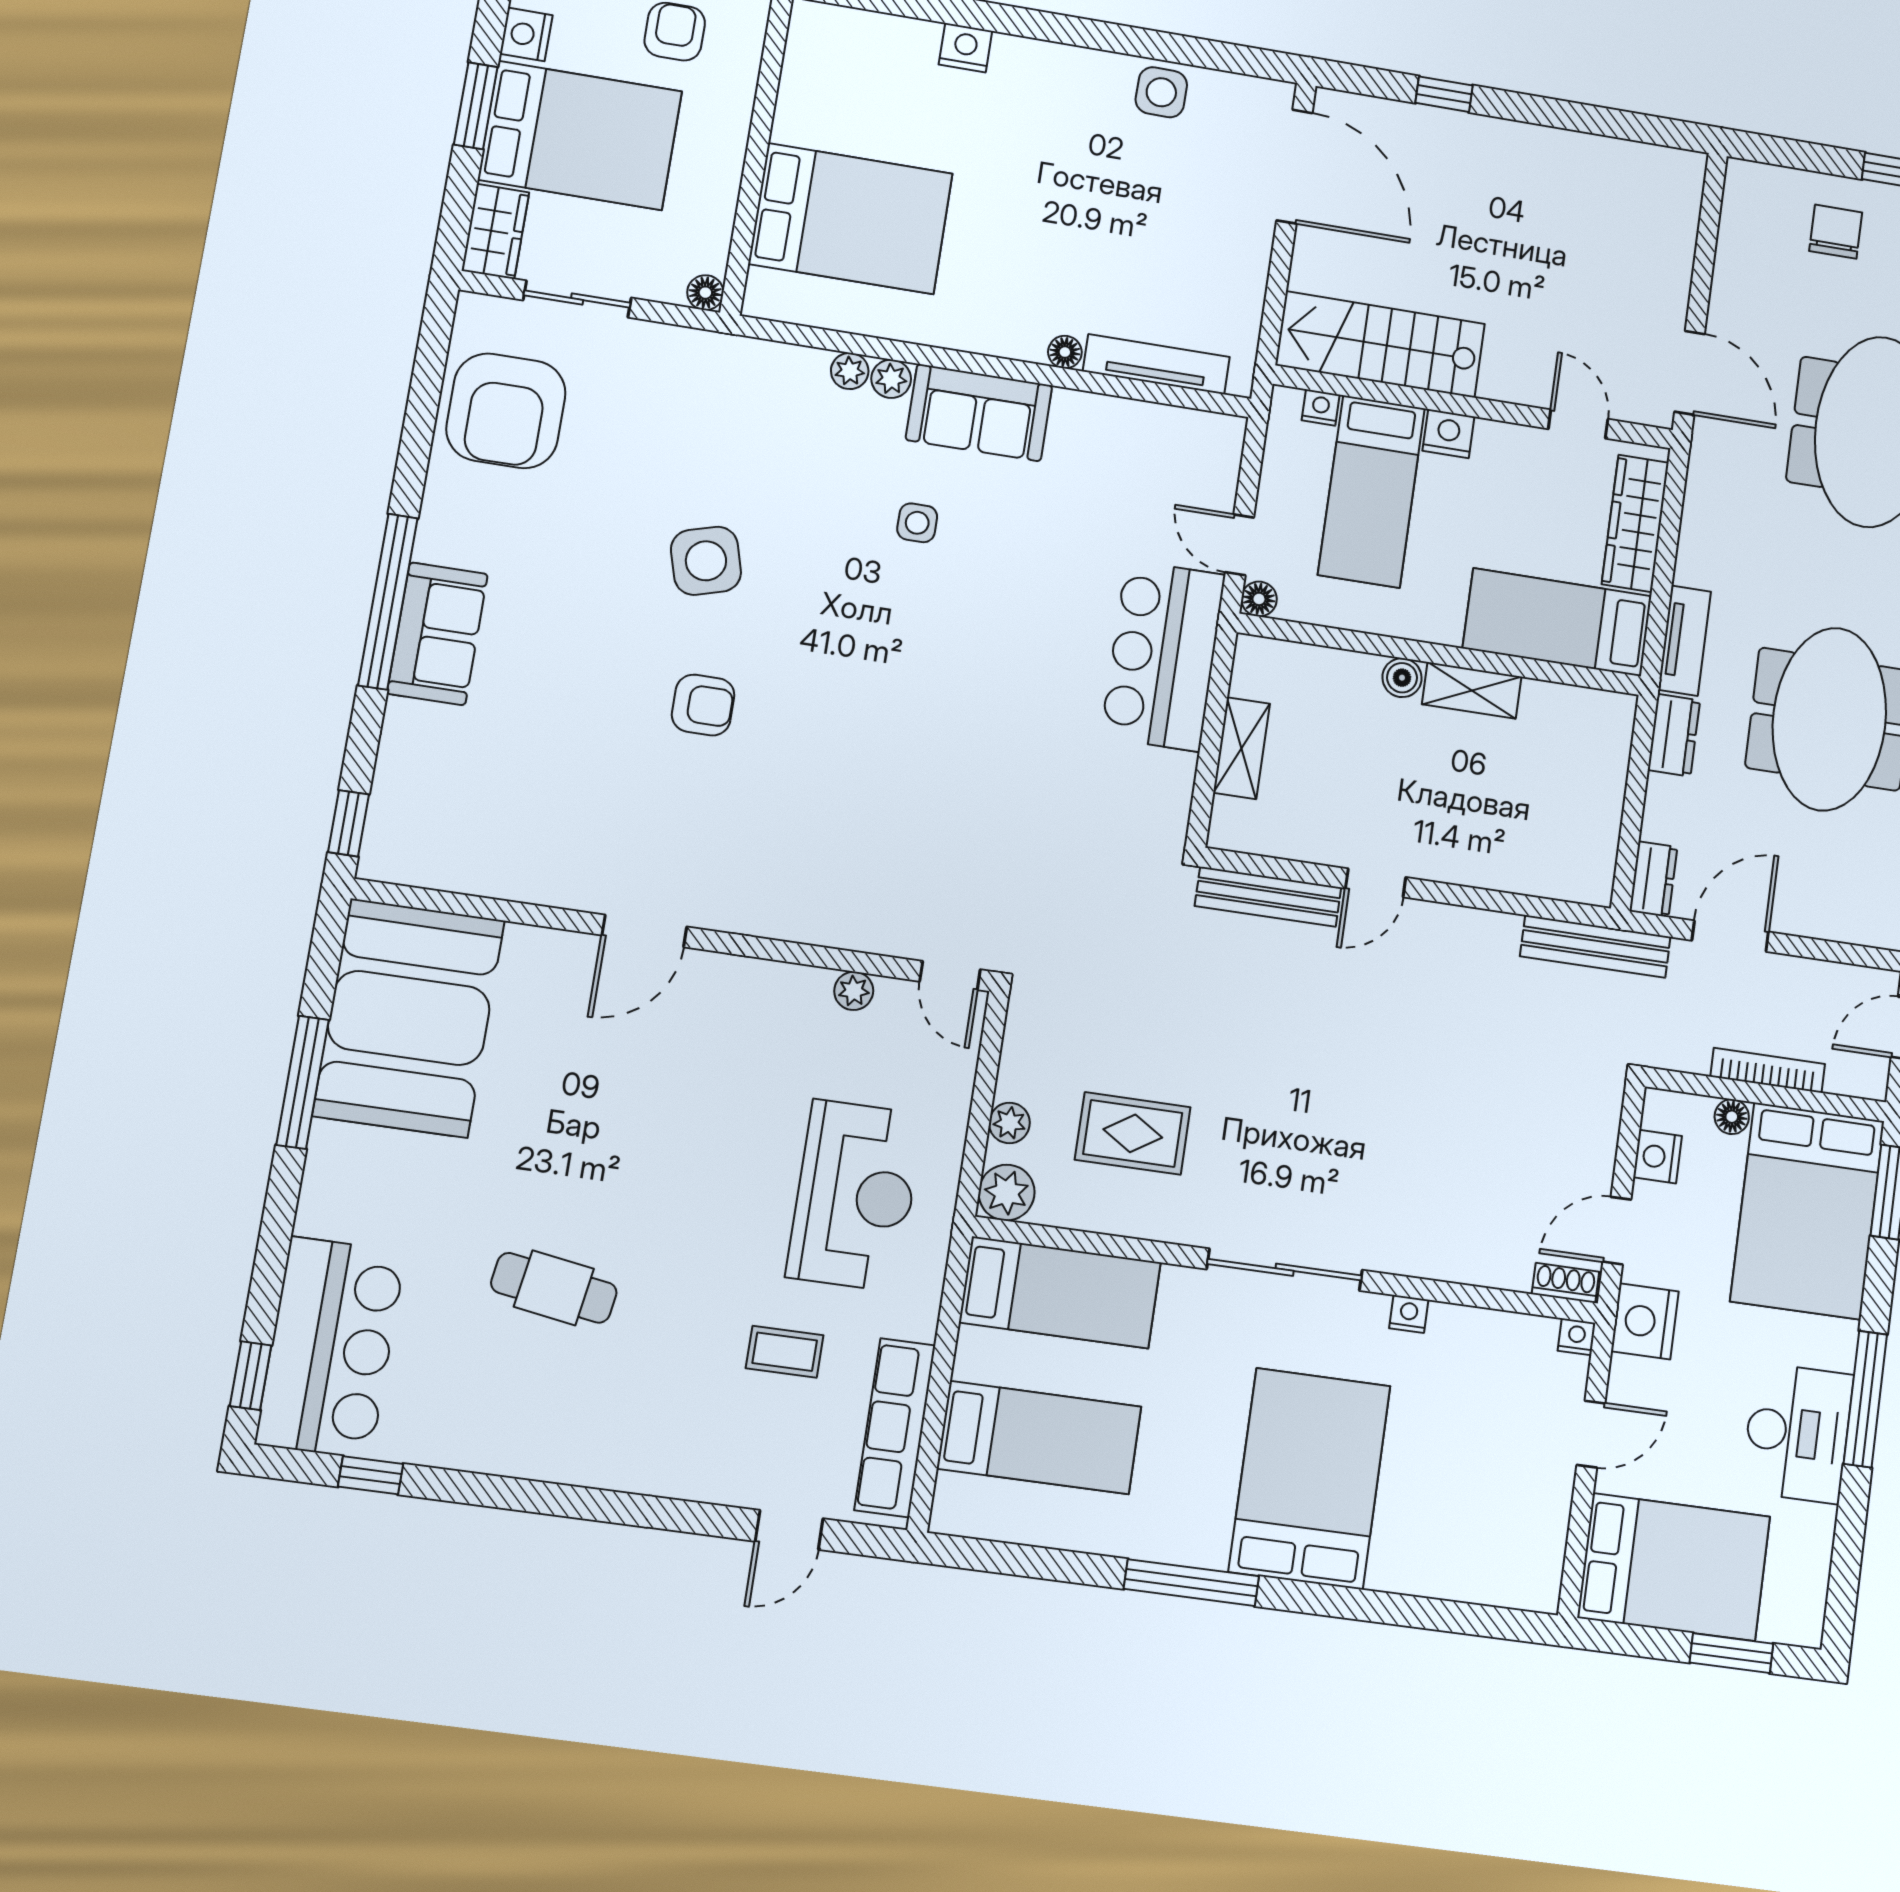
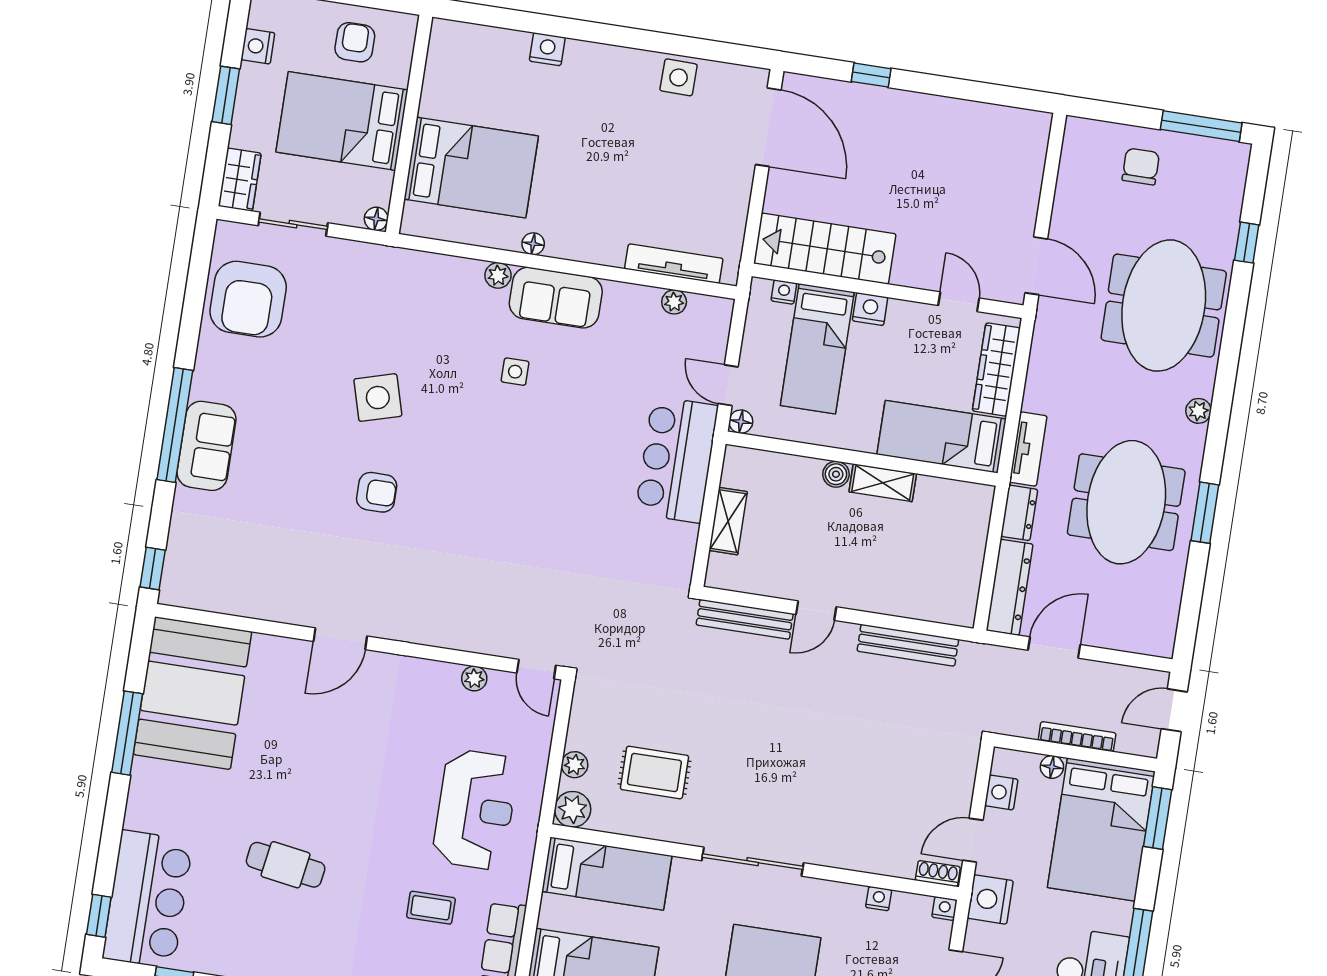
bed: (580, 135) -> (342, 121), moved, turned 180
floor lamp: (1065, 352) -> (533, 244), moved
plant: (850, 371) -> (674, 302), moved
dresser: (1653, 879) -> (1010, 587), width x1.96, depth x1.24
bench: (1595, 946) -> (908, 645), moved
nightstand: (1409, 1314) -> (879, 899), moved

